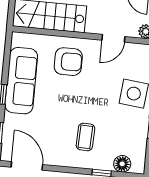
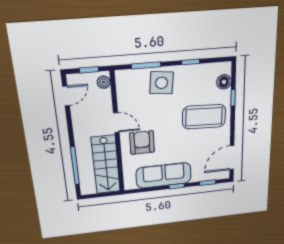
door: (113, 38) -> (116, 122), moved
coffee table: (85, 137) -> (204, 117), width x1.86, depth x1.72

